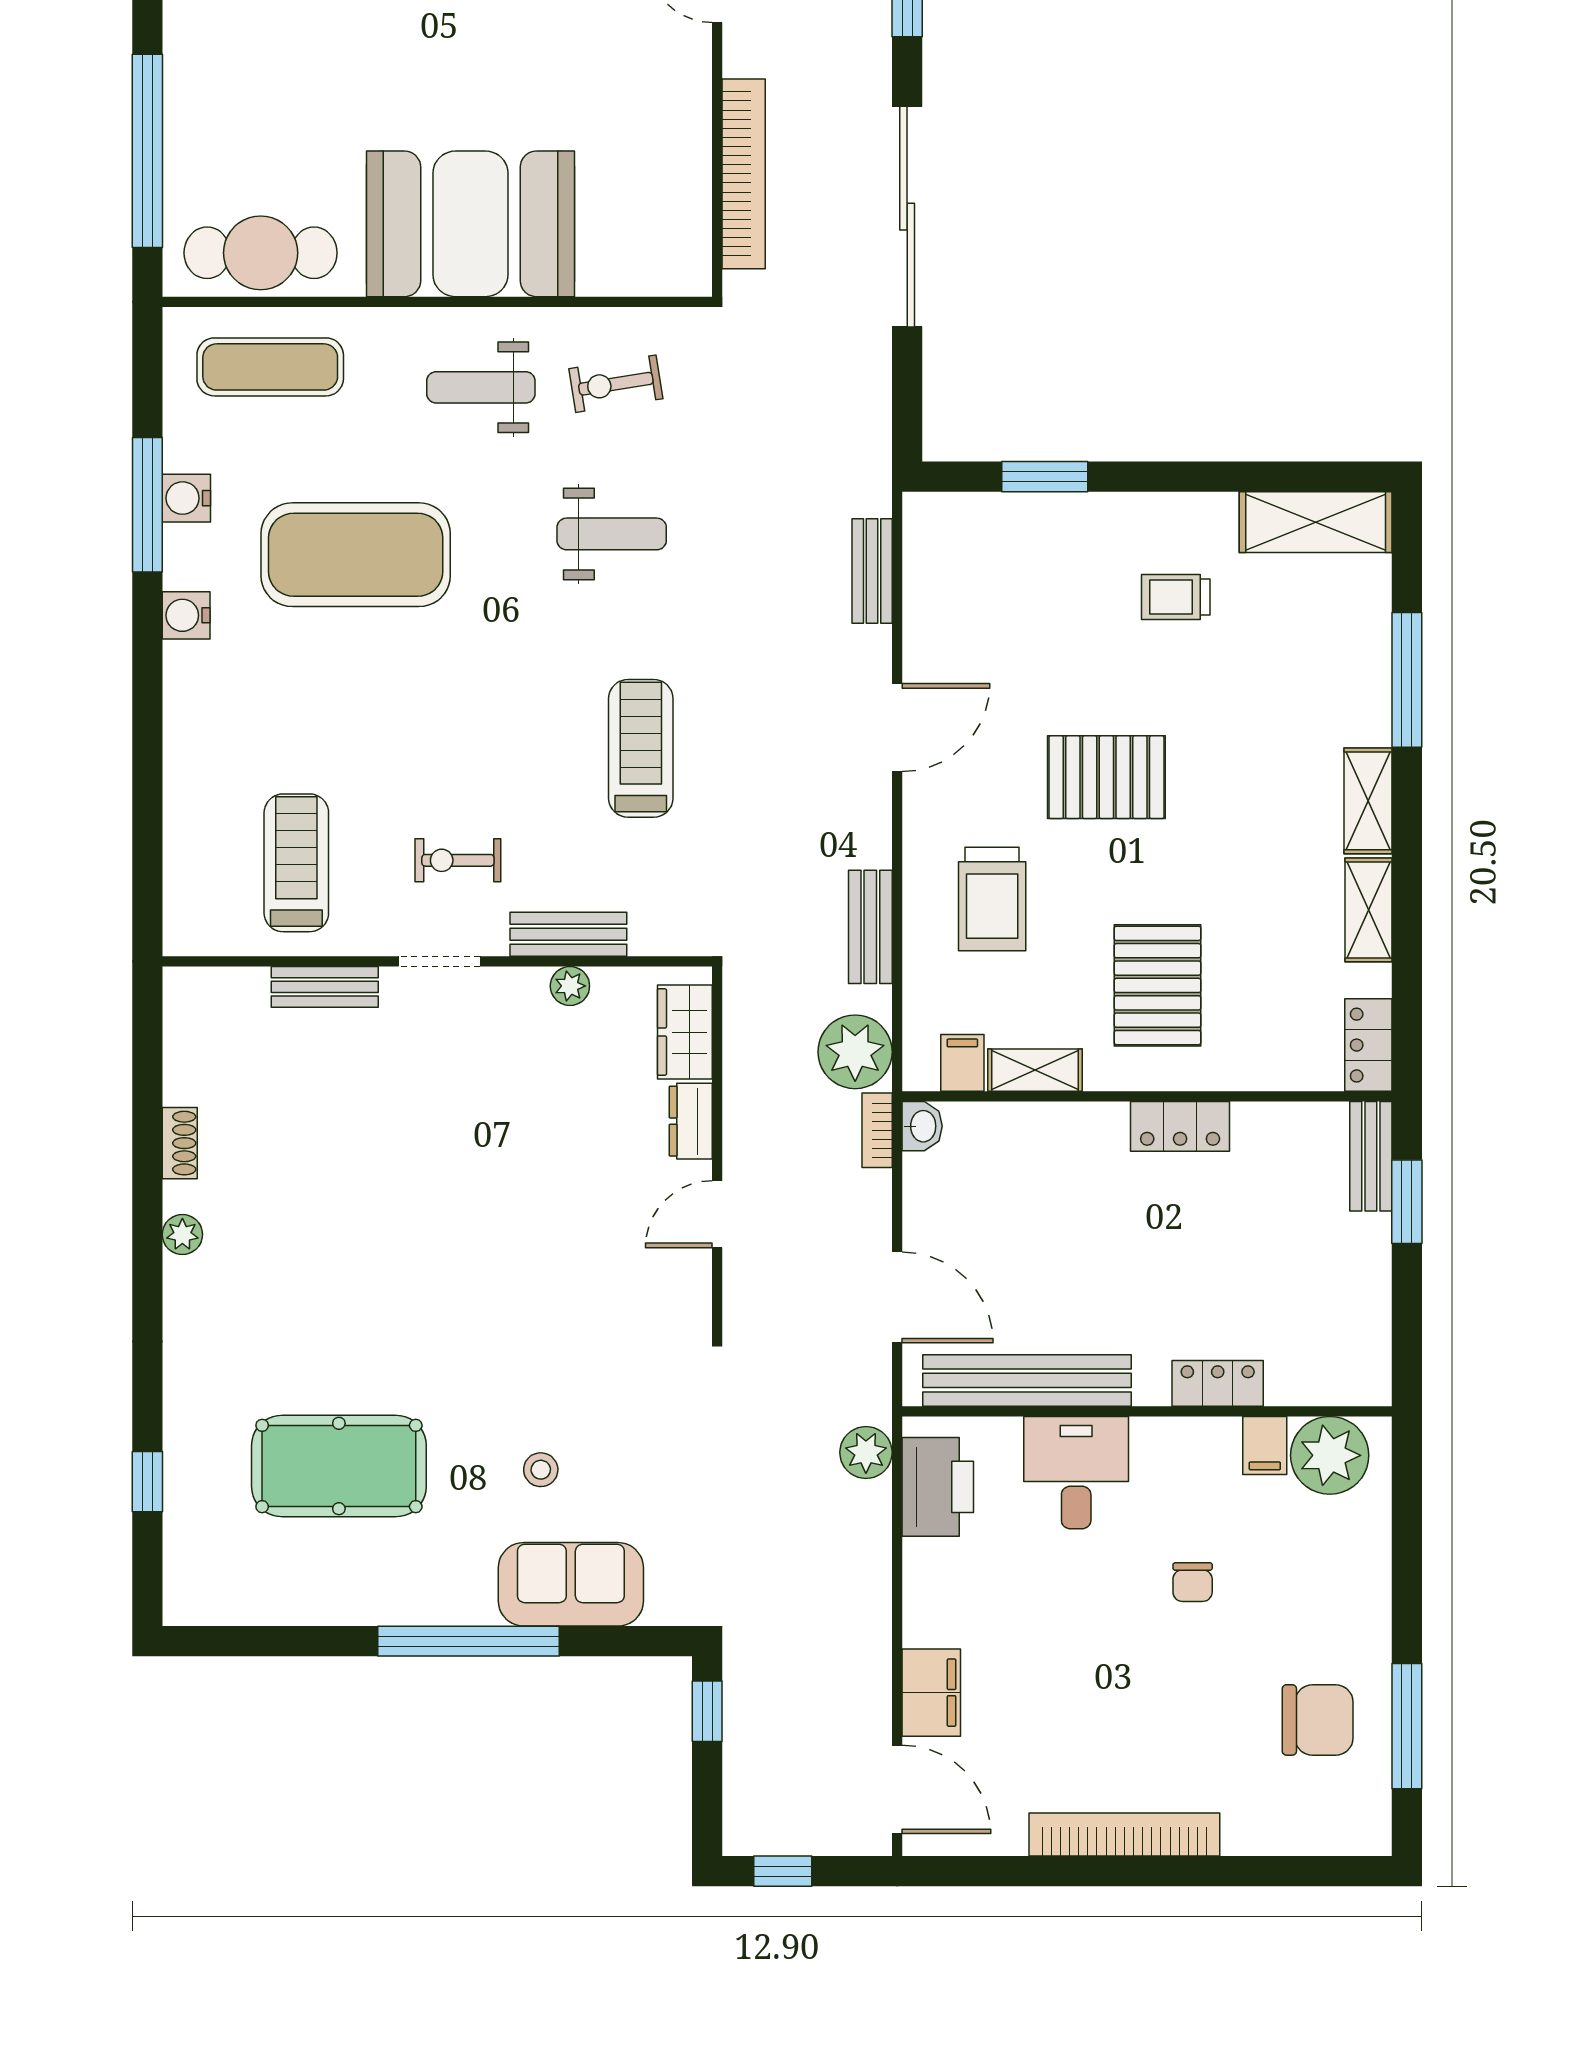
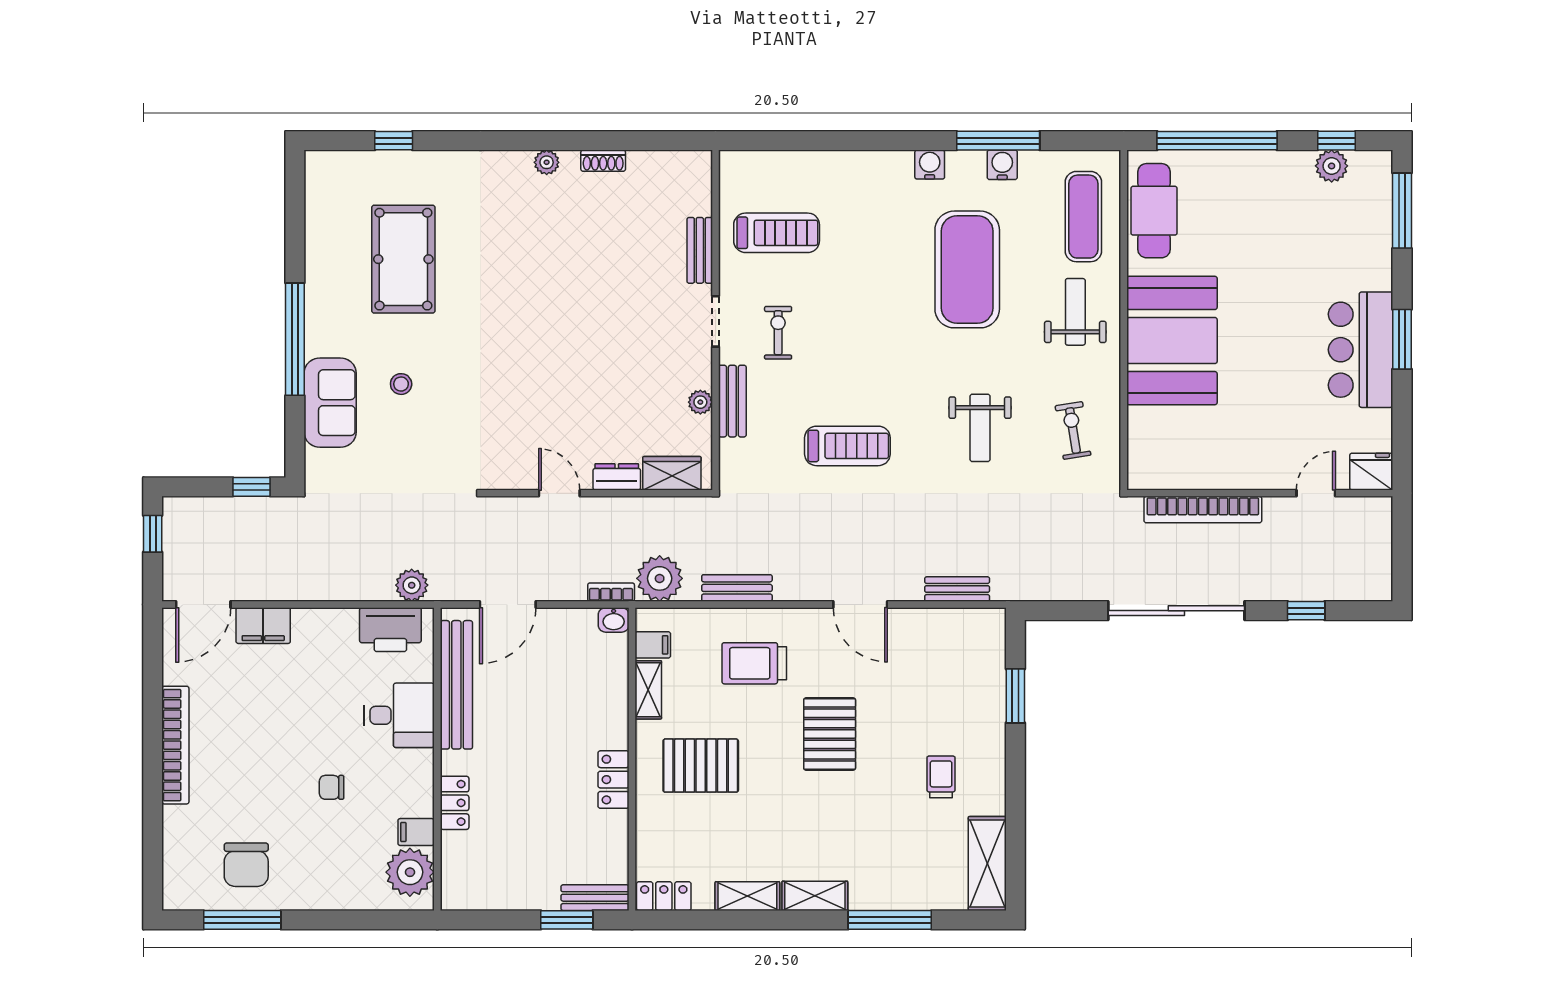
weight bench: (481, 387) -> (1075, 312), moved

